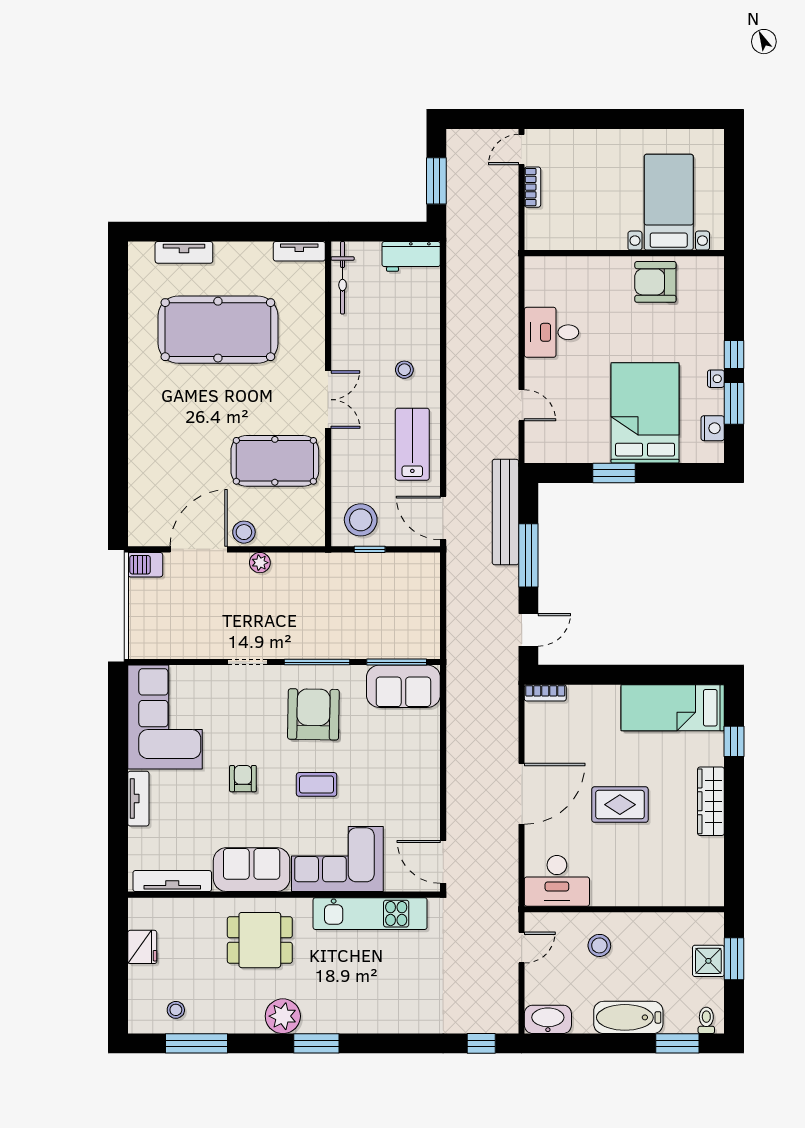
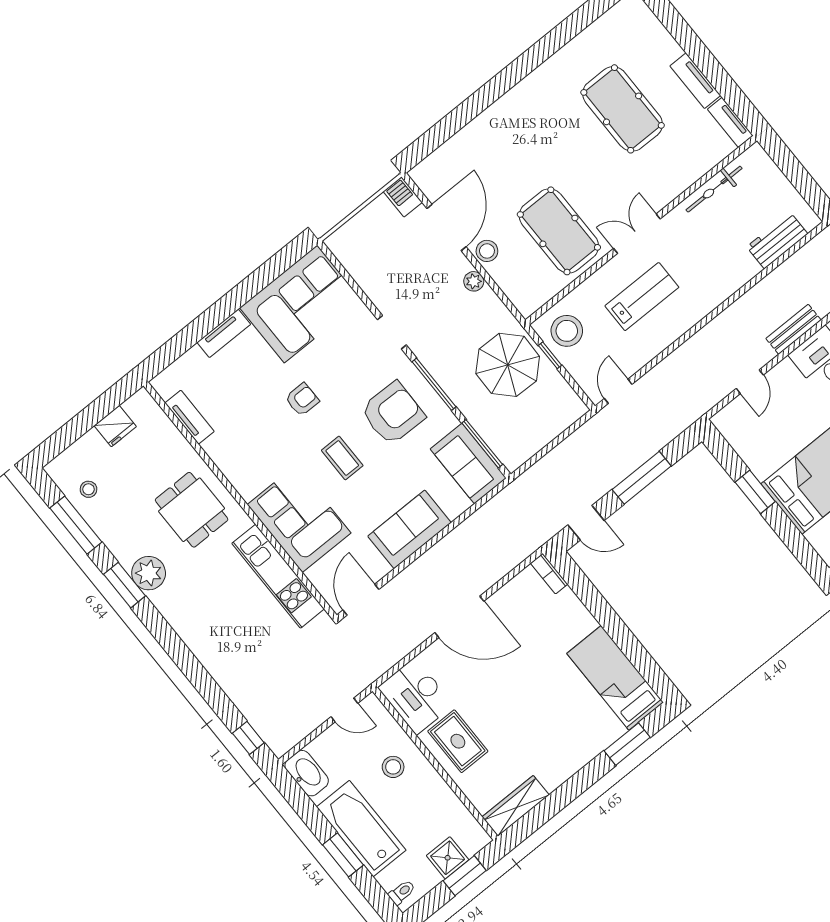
tv unit: (184, 252) -> (695, 81), moved
workbench: (411, 256) -> (777, 240), moved, turned 90
bicycle: (343, 278) -> (714, 189), moved
pool table: (218, 330) -> (623, 109), width x0.73, depth x0.76
stool: (404, 370) -> (706, 273), removed
double door: (328, 400) -> (637, 234), swing flipped
lab bench: (412, 444) -> (642, 297), moved
bench: (505, 512) -> (793, 329), moved, width x0.54, depth x0.82
door: (443, 518) -> (618, 391), width x0.73
door: (199, 549) -> (447, 228), hinge flipped
parasol: (350, 590) -> (508, 365), added
window: (734, 741) -> (627, 744), width x1.50
wardrobe: (711, 801) -> (516, 806), moved
rug: (620, 805) -> (458, 741), moved
sofa: (252, 870) -> (409, 529), moved, turned -90
tv unit: (172, 881) -> (190, 417), width x0.71
bathtub: (628, 1017) -> (361, 829), width x1.36, depth x1.36
window: (316, 1043) -> (124, 585), moved
window: (677, 1043) -> (343, 855), moved

